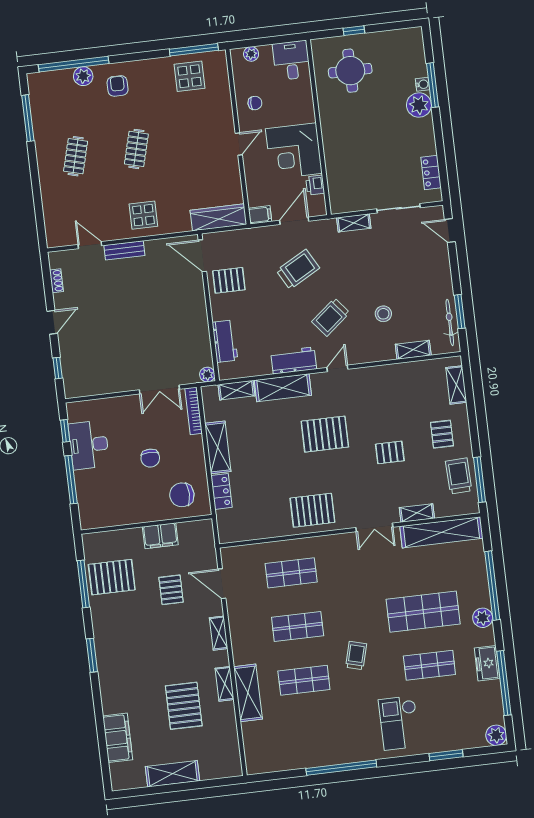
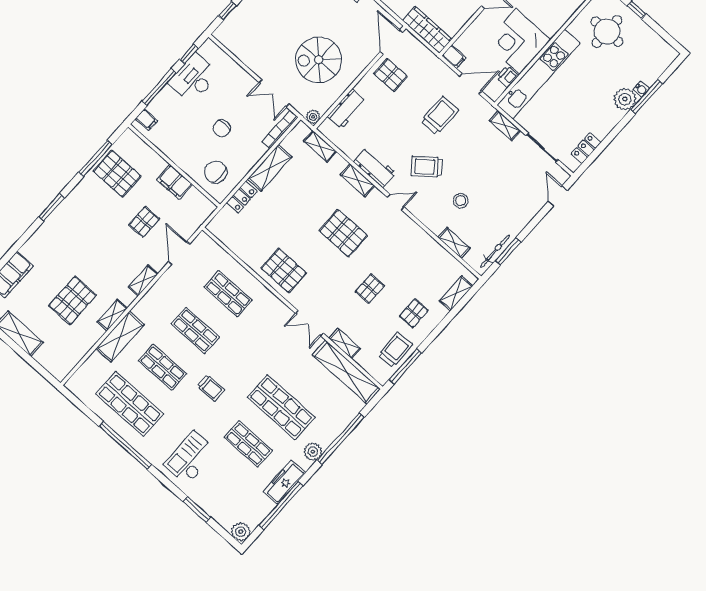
kitchen unit: (336, 158) -> (538, 74), added
trolley: (298, 269) -> (440, 116), turned -61
spiral stairs: (164, 329) -> (319, 60), added
shelving: (283, 388) -> (358, 180), width x0.67, depth x0.75
pallet: (390, 452) -> (370, 289), turned 90
filing cabinet: (89, 514) -> (146, 120), added
trolley: (356, 656) -> (211, 388), turned 75
freezer: (487, 663) -> (284, 482), width x1.40
shop shelf: (310, 734) -> (130, 404), added

